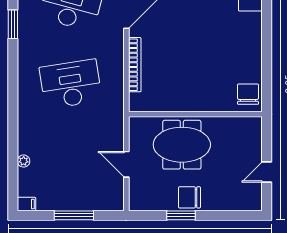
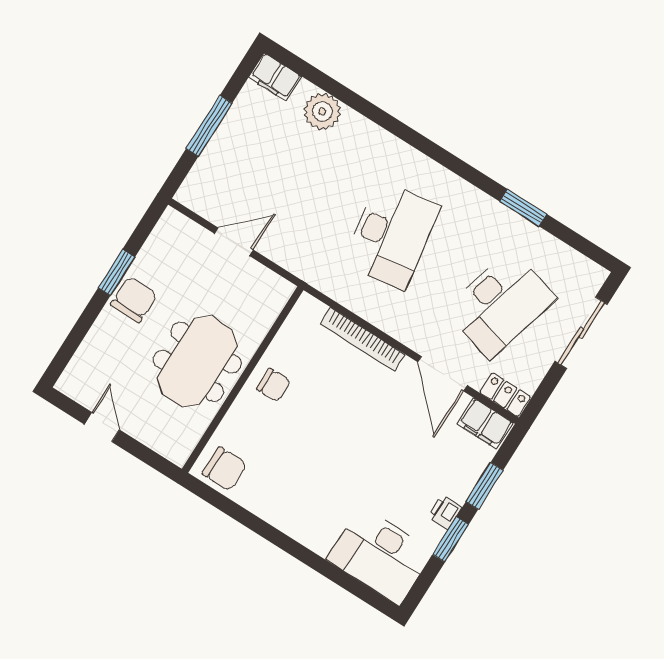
chair: (188, 96) -> (273, 385), added
meeting table: (182, 145) -> (197, 362), moved
plant: (24, 161) -> (322, 111), width x1.88, depth x1.88
filing cabinet: (27, 204) -> (275, 77), width x2.00

